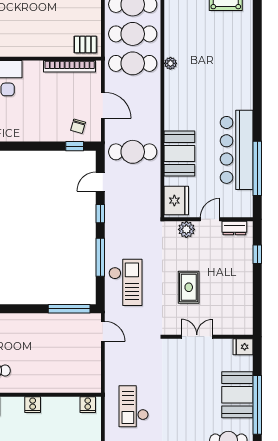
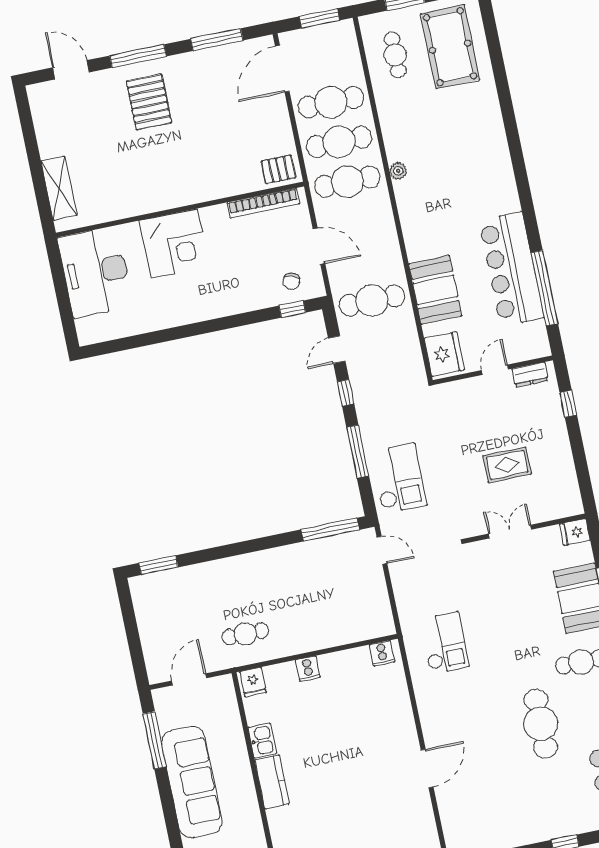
plant: (186, 229) -> (466, 390), removed
rug: (189, 287) -> (507, 465), moved, turned 90
checkout: (134, 406) -> (444, 643), turned 180

